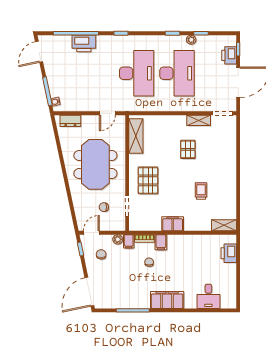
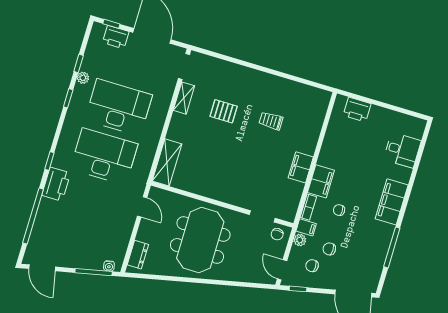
printer: (84, 43) -> (56, 184), moved
shelving: (136, 136) -> (167, 162), moved, turned 90
pallet: (188, 149) -> (224, 111), moved
meeting table: (95, 164) -> (200, 240), turned 90
pallet: (148, 180) -> (239, 182), removed
chair: (104, 207) -> (277, 234), moved
shelving: (224, 225) -> (321, 105), removed
filing cabinet: (161, 242) -> (321, 181), width x2.00
chair: (118, 264) -> (329, 249), added

